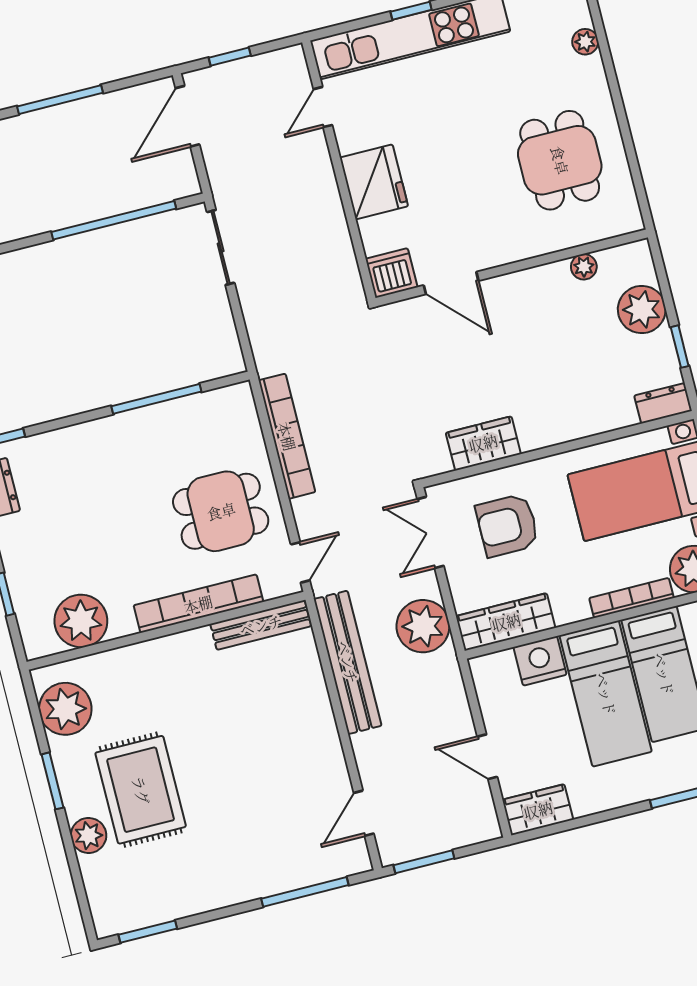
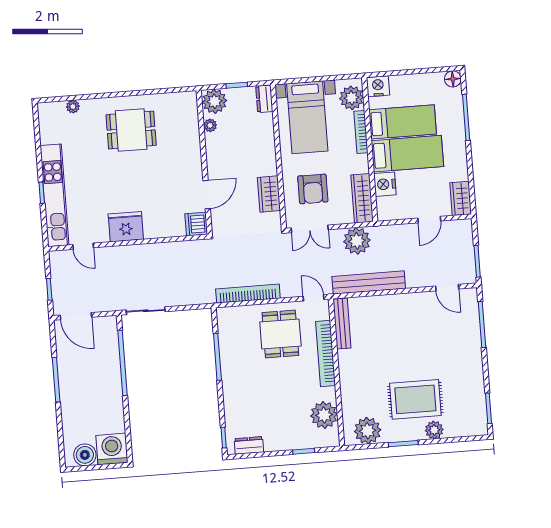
plant: (584, 267) -> (210, 125), moved
wall: (512, 268) -> (204, 162), moved
dishwasher: (391, 273) -> (196, 224), moved
door: (451, 283) -> (207, 195), moved

